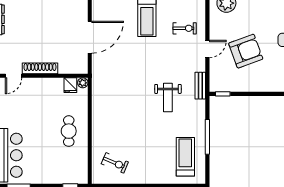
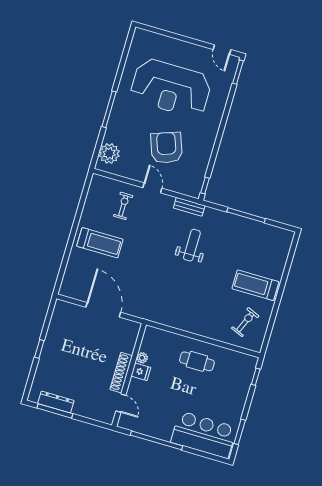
plant: (83, 83) -> (142, 358), moved
fridge: (70, 85) -> (141, 372), moved
weight bench: (168, 98) -> (192, 245), turned -90
treadmill: (185, 157) -> (255, 285), moved

